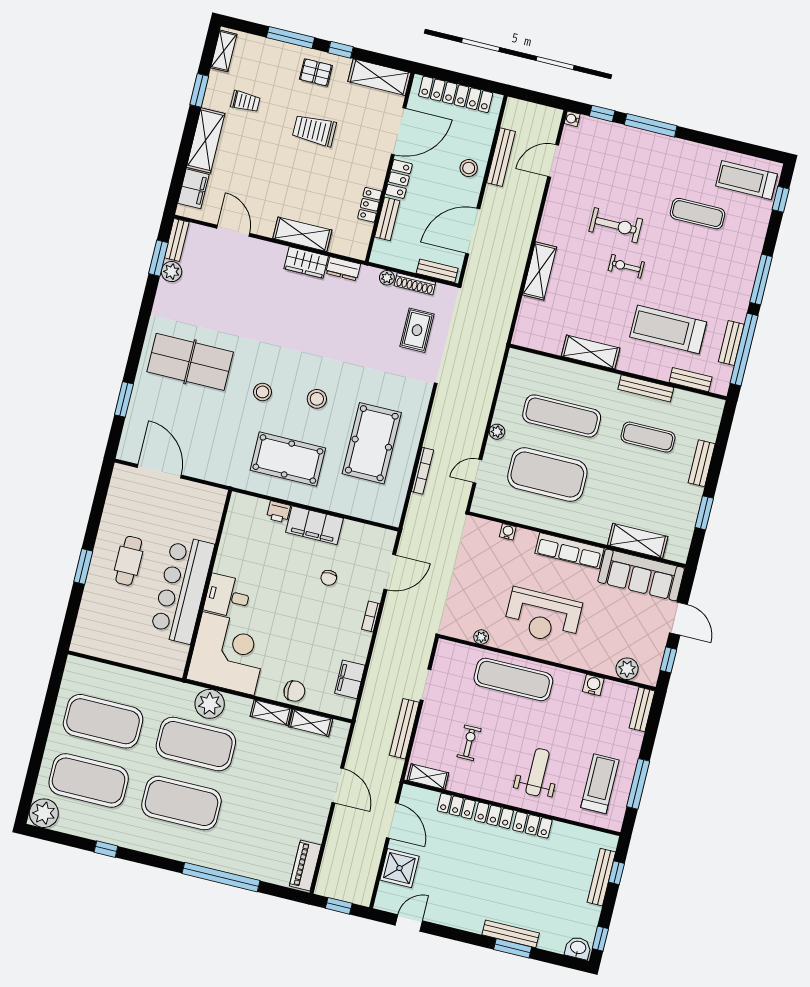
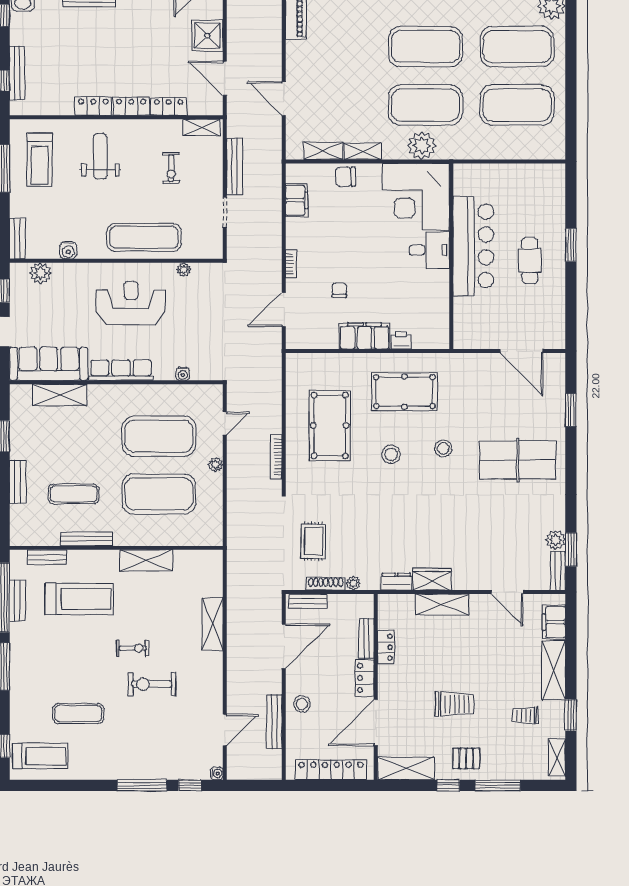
exercise mat: (562, 416) -> (159, 494), width x1.47
bookcase: (422, 471) -> (276, 457), moved
weight bench: (538, 772) -> (100, 156), turned 180

